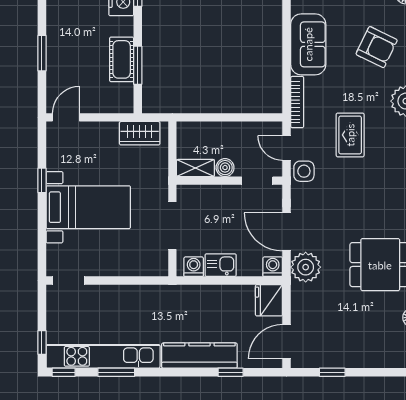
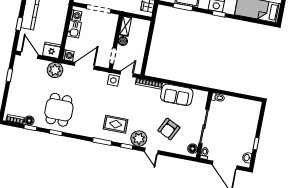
rug: (350, 135) -> (116, 124), moved
plant: (306, 267) -> (55, 70), moved

